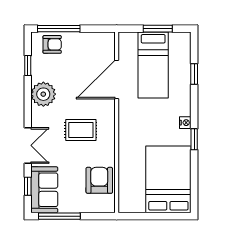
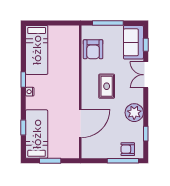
bed: (153, 65) -> (37, 134), moved
rug: (81, 130) -> (107, 86), turned 90
bed: (168, 179) -> (37, 50), width x0.67
window: (59, 216) -> (108, 23), moved

